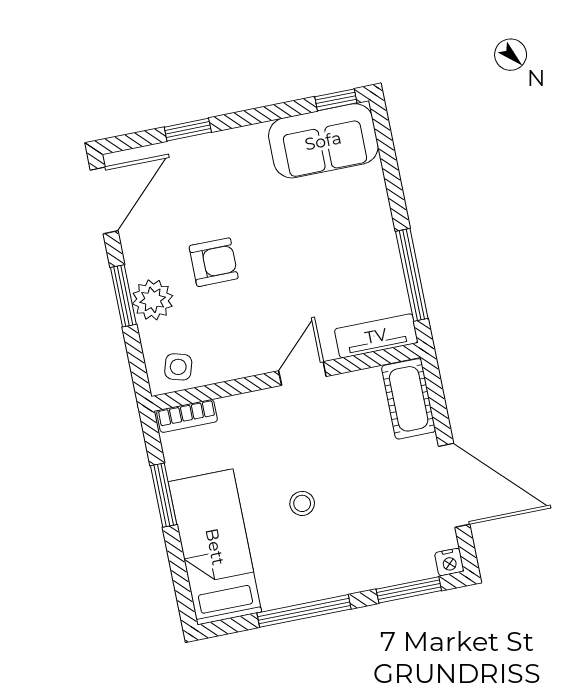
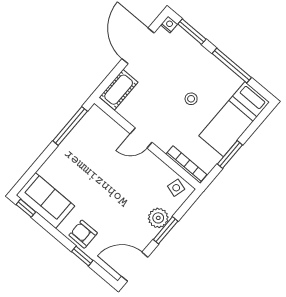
armchair: (214, 262) -> (83, 234), moved
tv unit: (376, 336) -> (104, 121), removed
bookcase: (187, 416) -> (186, 164), width x1.56

